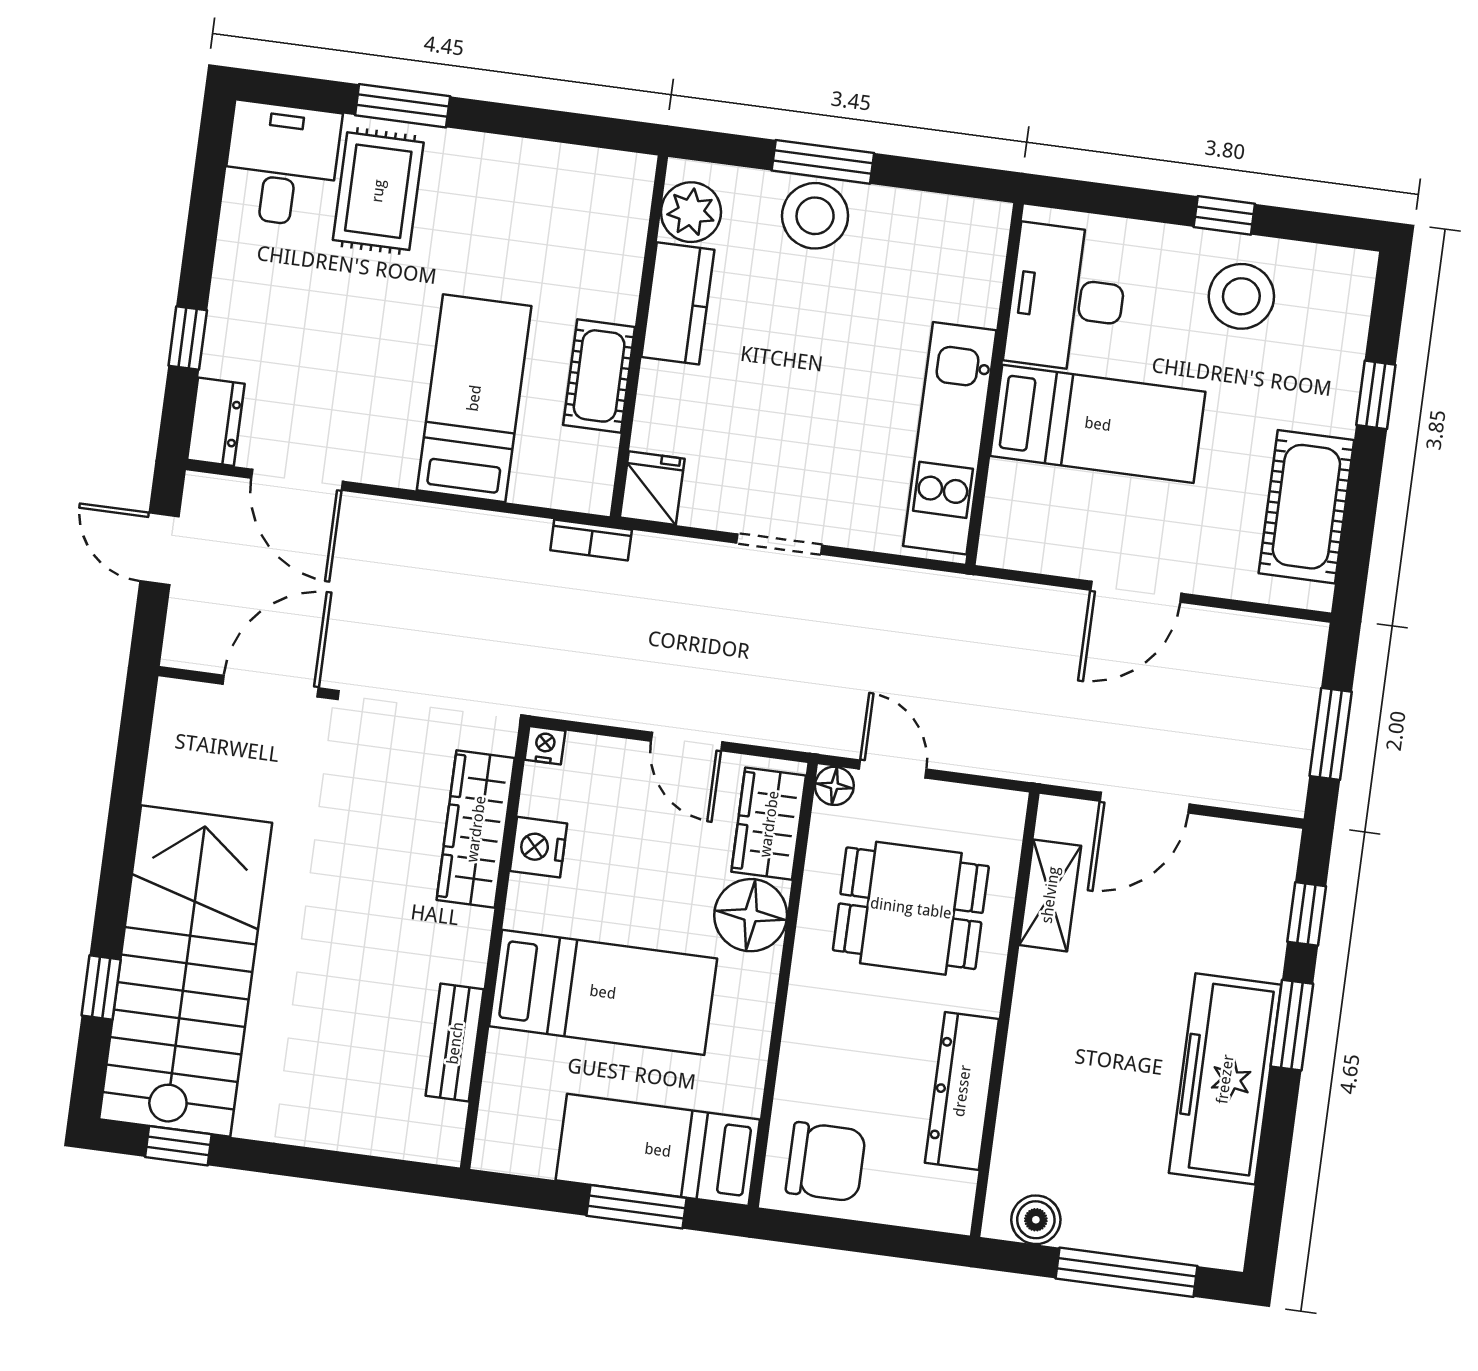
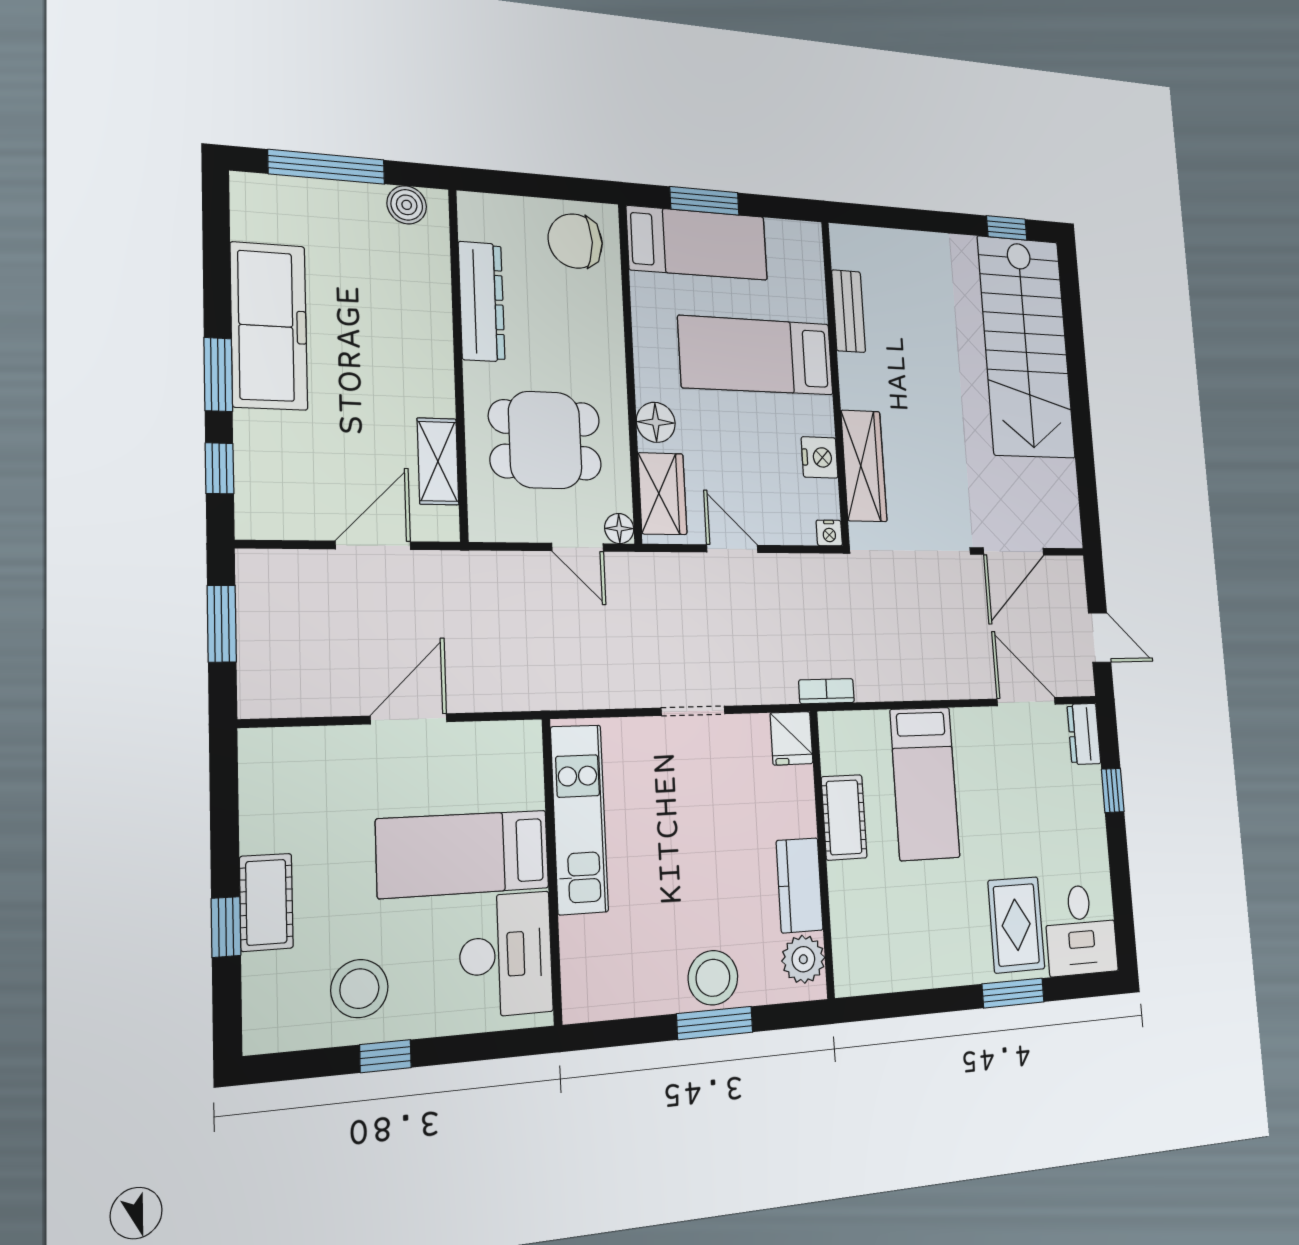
cot: (1306, 507) -> (266, 902), moved, width x0.73, depth x0.75
floor lamp: (751, 915) -> (656, 422), width x0.73, depth x0.73
window: (101, 987) -> (1074, 331), removed

